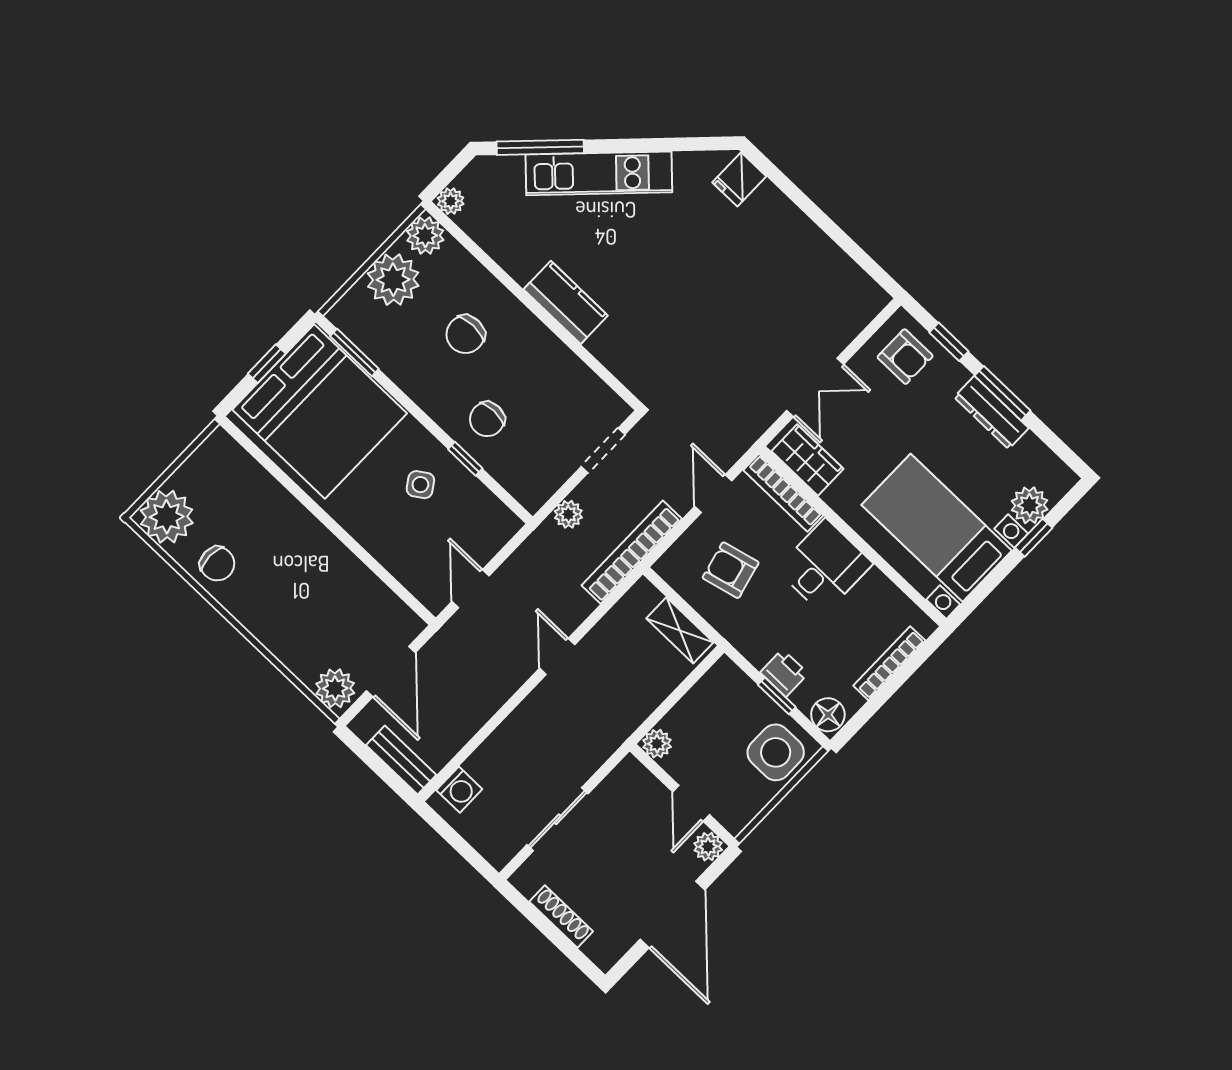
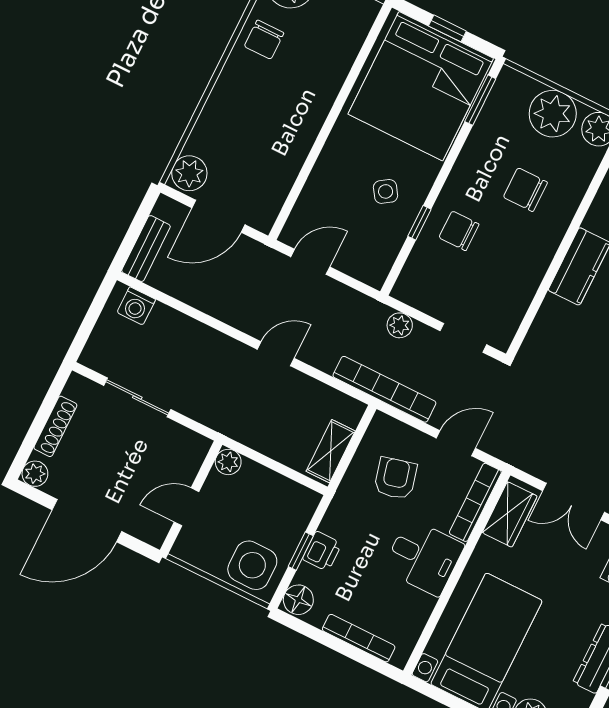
plant: (708, 847) -> (35, 474), moved

